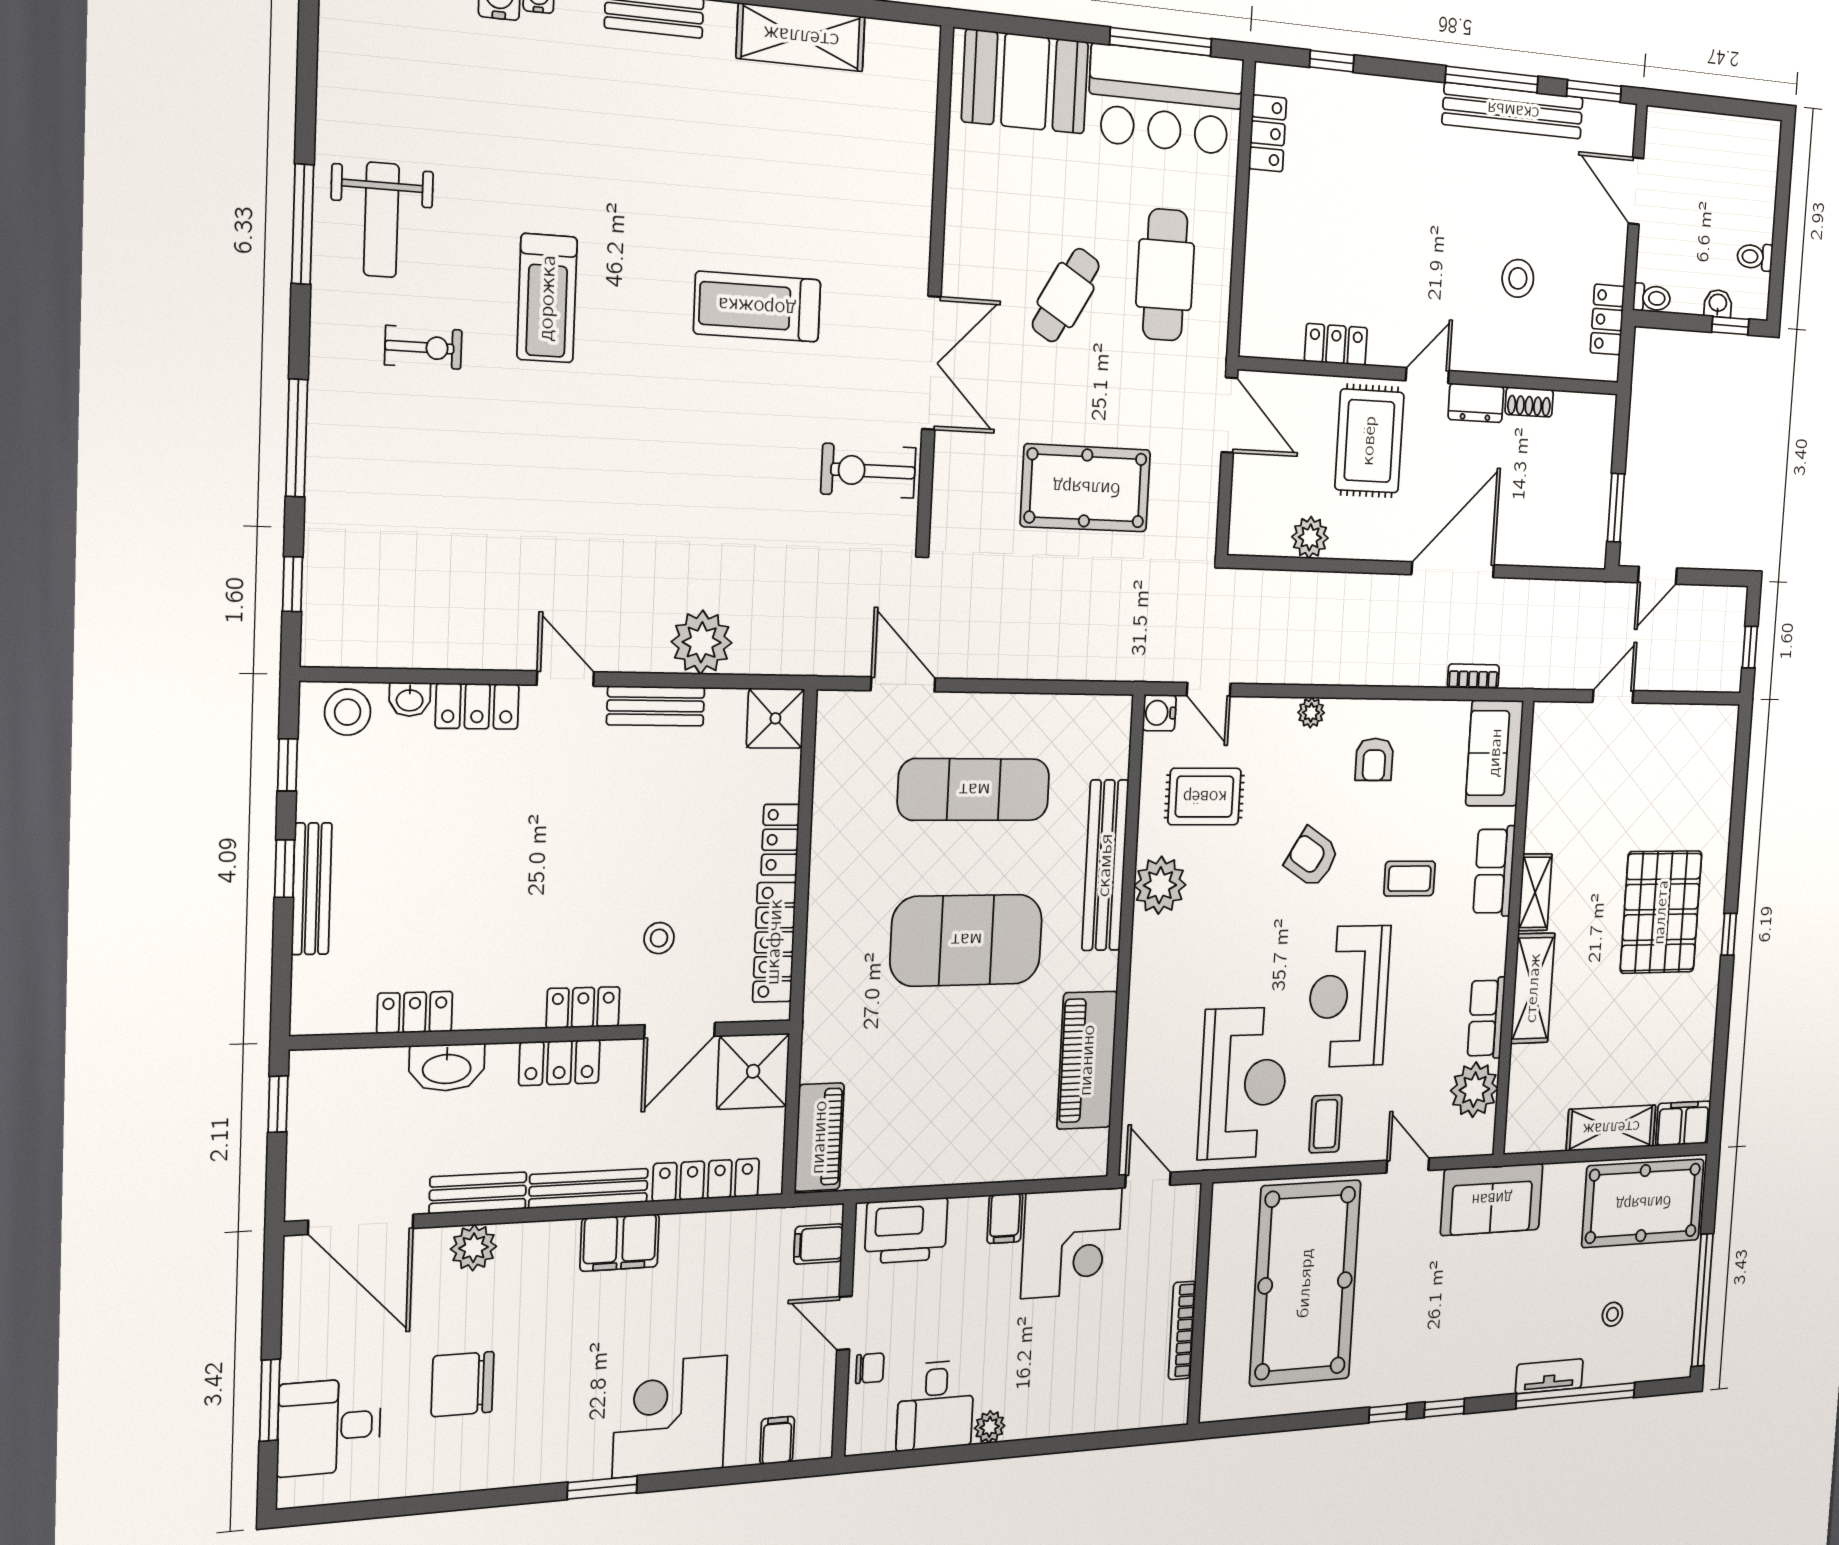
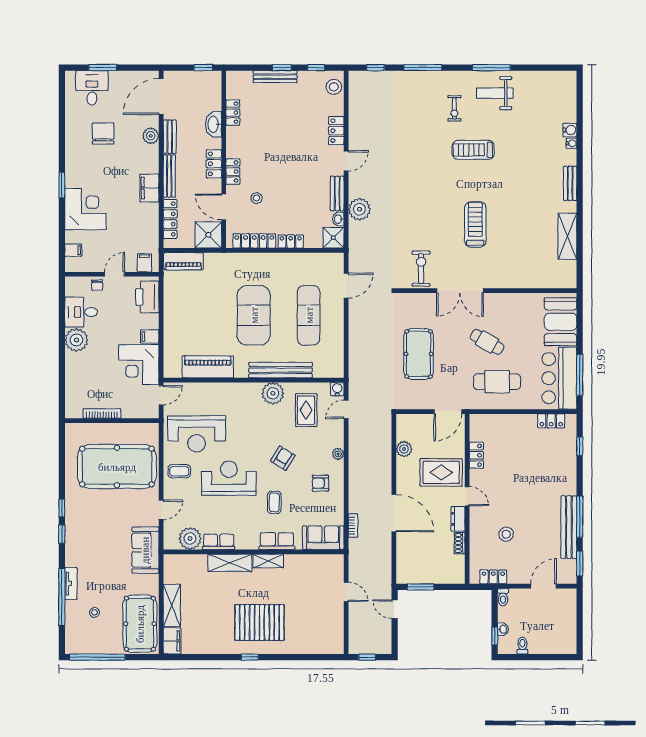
washbasin: (410, 699) -> (338, 219), moved
plant: (990, 1427) -> (76, 340), width x1.88, depth x1.88

